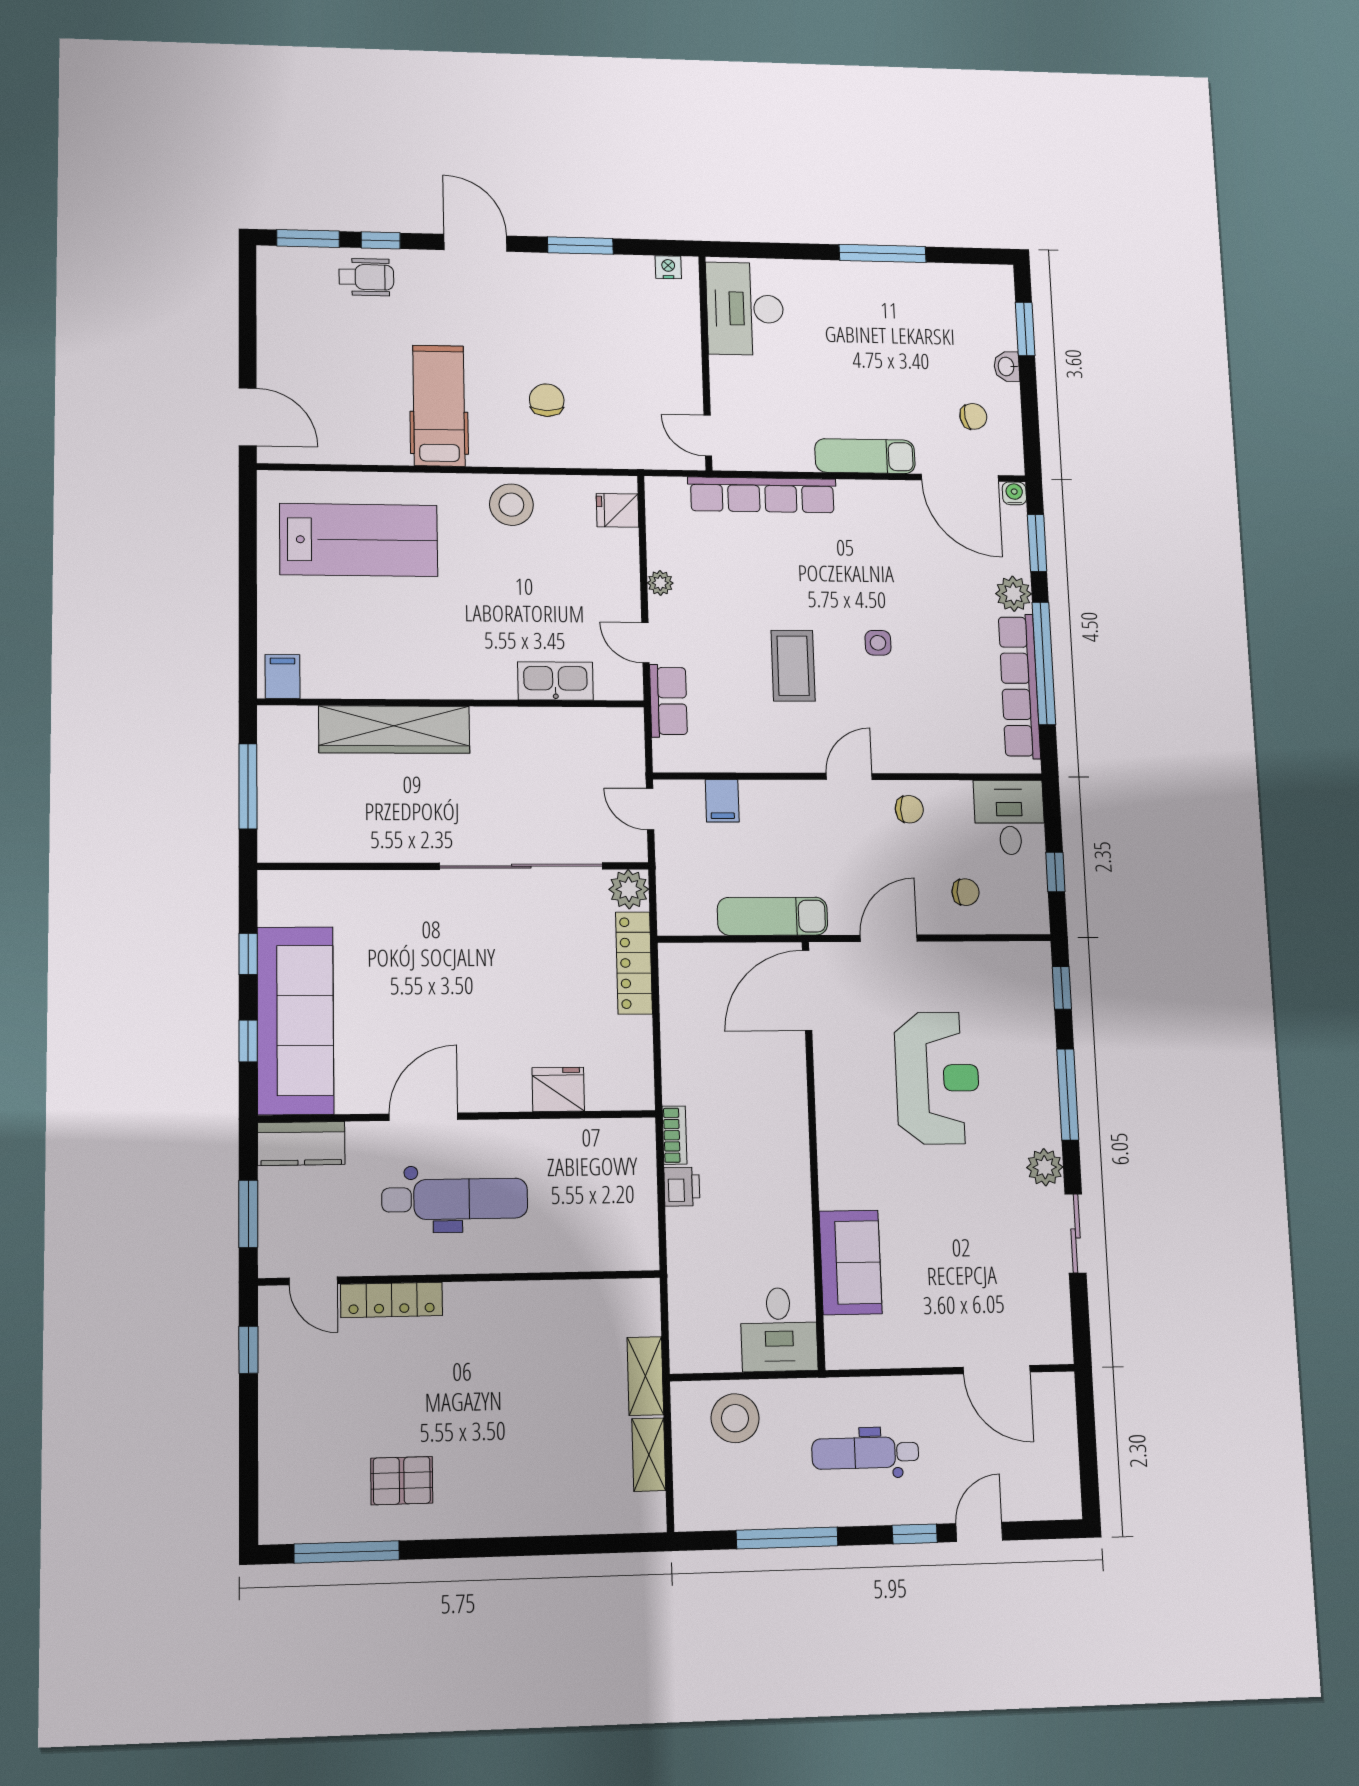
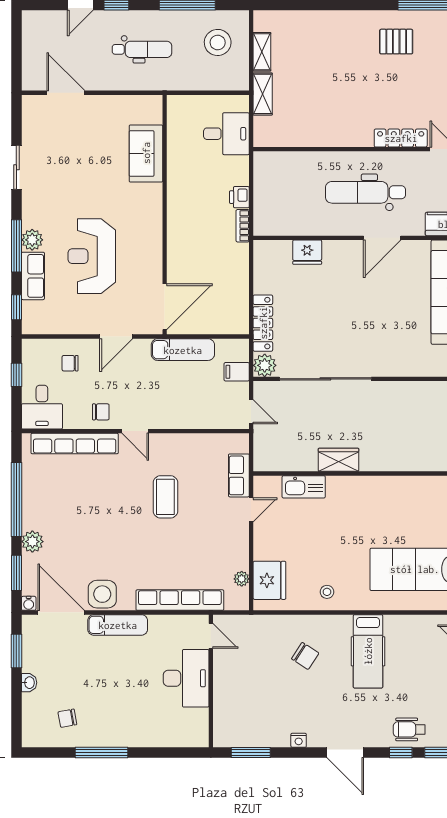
window: (580, 246) -> (251, 752), moved
nightstand: (668, 267) -> (299, 740), moved
desk: (745, 309) -> (186, 678), moved
window: (1025, 329) -> (16, 651), moved
chair: (547, 400) -> (305, 656), turned -57
chair: (973, 416) -> (67, 718), moved
stool: (511, 505) -> (327, 592), width x0.53, depth x0.53
fridge: (617, 510) -> (269, 580), width x1.88, depth x1.34
plant: (660, 583) -> (242, 579), moved
door: (645, 643) -> (251, 510), hinge flipped
side table: (878, 643) -> (102, 594), moved, width x1.87, depth x1.87
row of seats: (1019, 686) -> (75, 444), moved, turned 90
wardrobe: (394, 730) -> (338, 460), moved, width x0.48, depth x0.85
door: (849, 776) -> (135, 431), hinge flipped
filing cabinet: (722, 801) -> (237, 372), moved, turned -90
chair: (909, 809) -> (101, 412), turned 180
row of seats: (1037, 1042) -> (33, 276), added
plant: (1045, 1167) -> (32, 240), moved
desk: (779, 1329) -> (226, 134), moved, turned 90
stool: (735, 1418) -> (218, 42), moved

